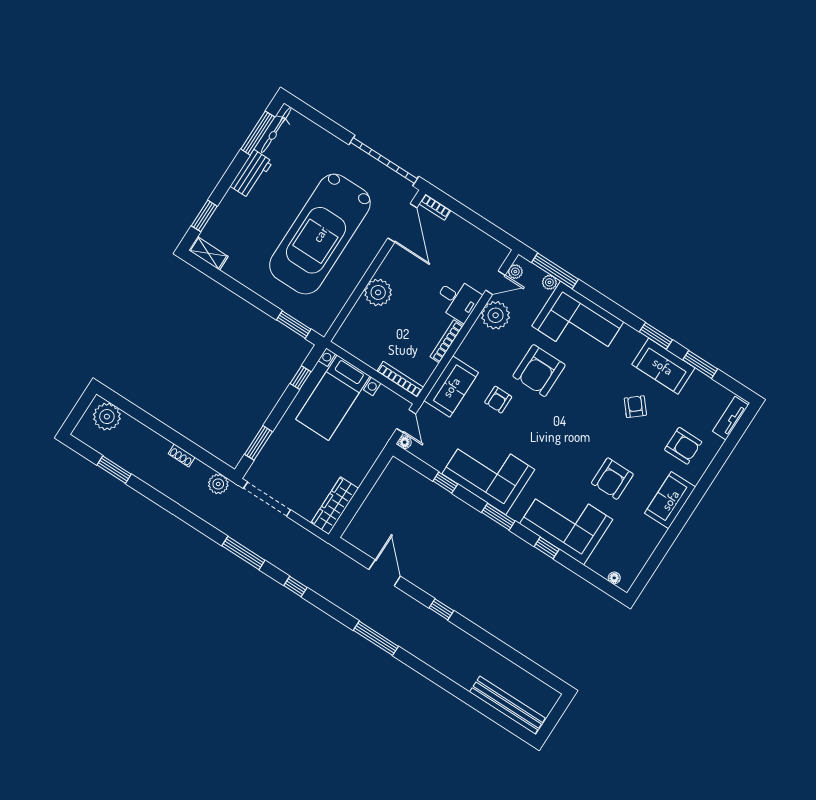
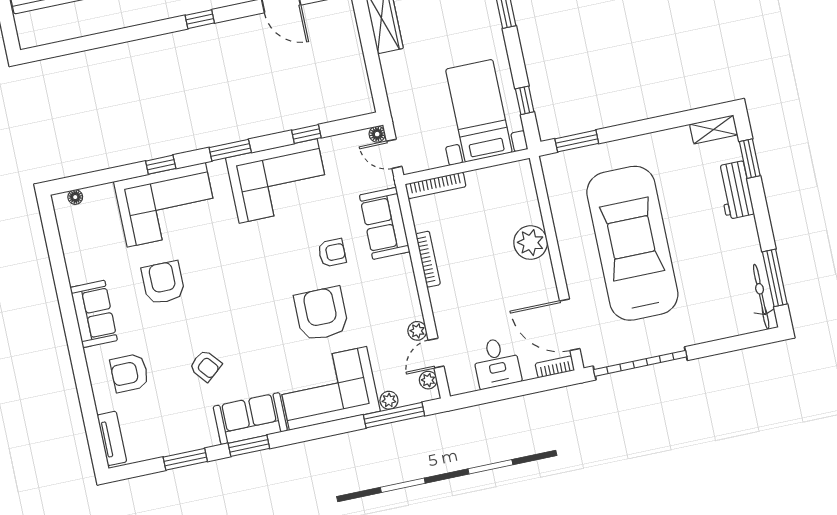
workbench: (251, 174) -> (735, 190), moved
desk: (458, 299) -> (497, 363), moved, turned -90
plant: (496, 315) -> (417, 331), width x0.53, depth x0.53
sofa: (663, 366) -> (250, 419), moved
armchair: (498, 400) -> (332, 253), turned 90

